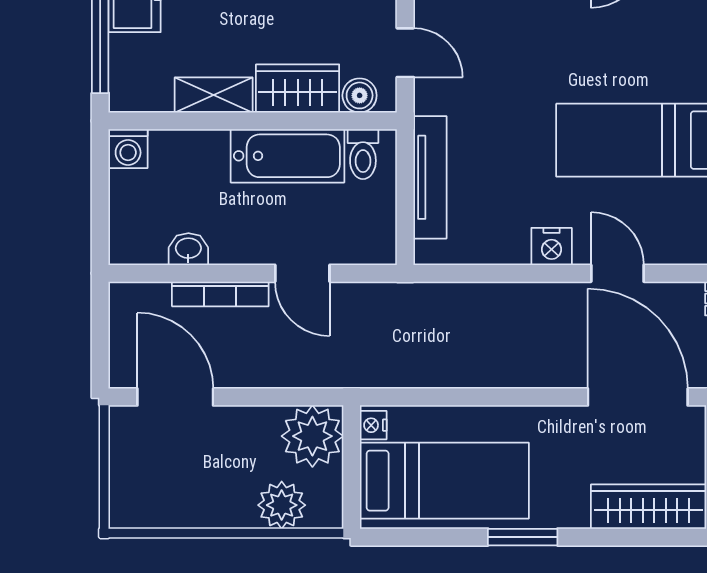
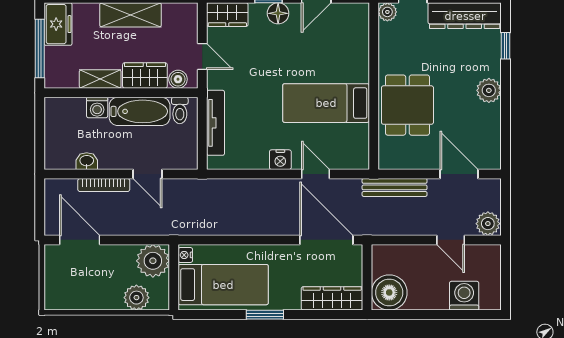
washing machine: (128, 149) -> (97, 108), moved

